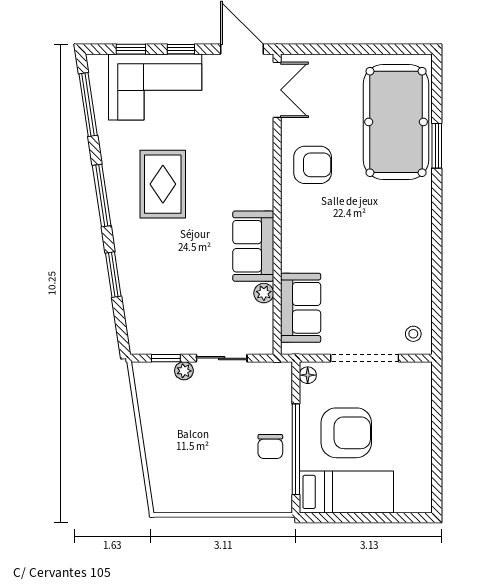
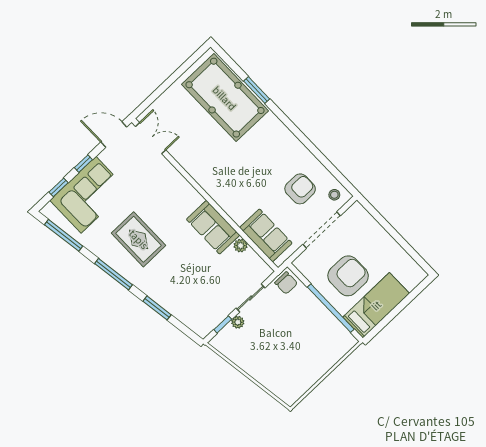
armchair: (313, 165) -> (300, 189), moved
floor lamp: (308, 375) -> (301, 266), removed
chair: (270, 446) -> (286, 283), moved

